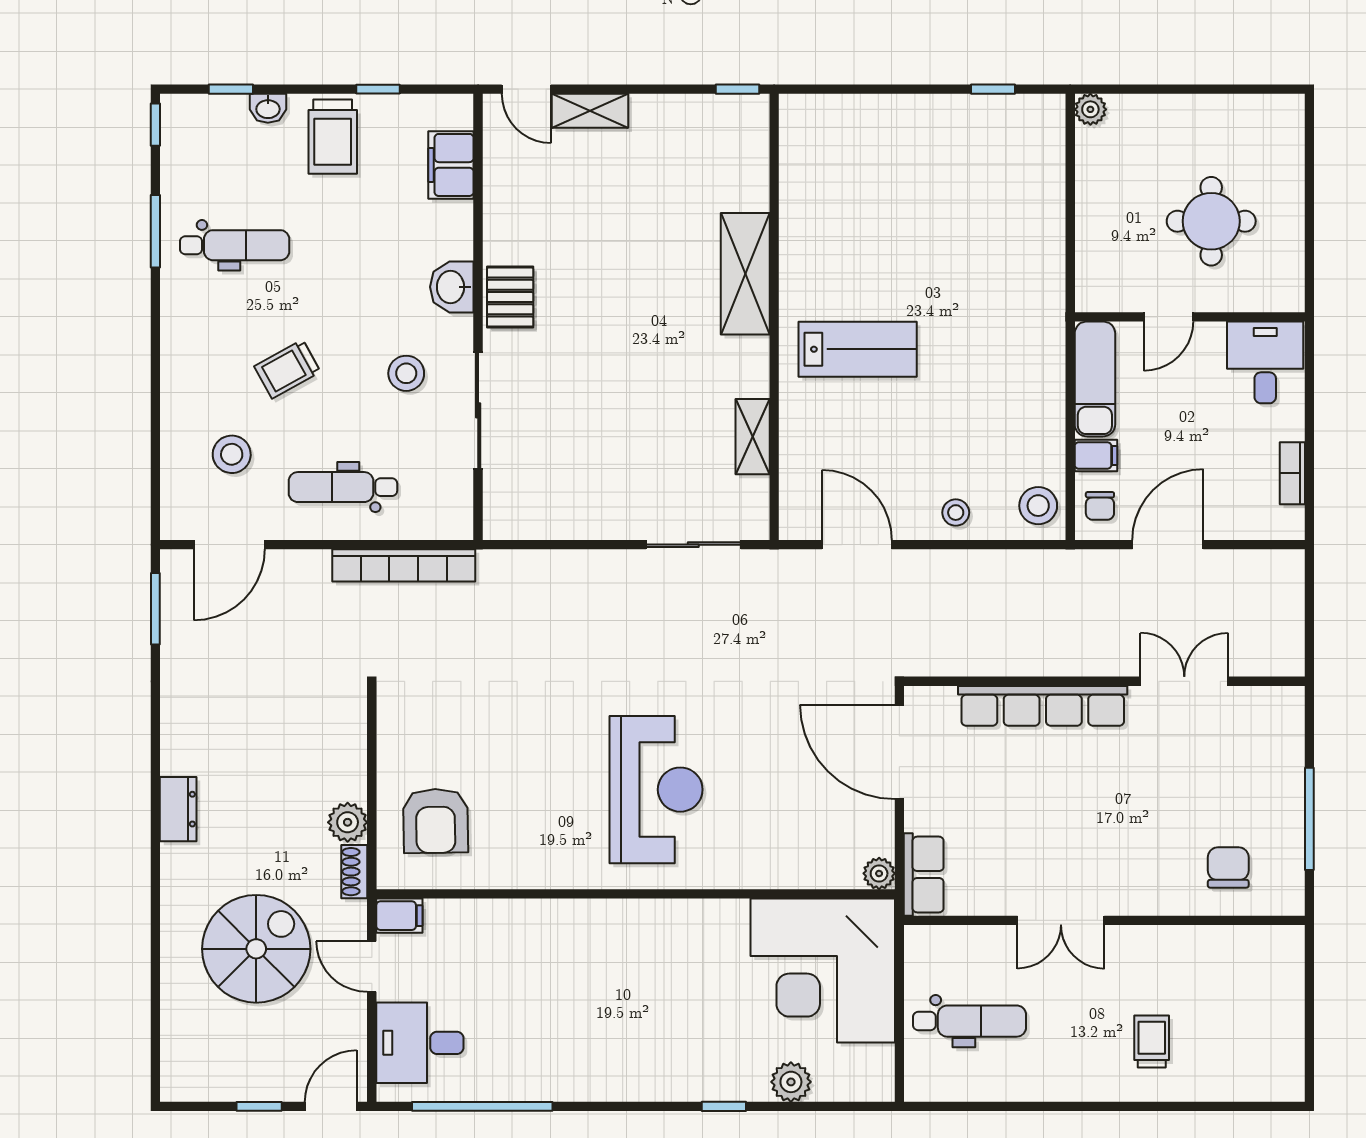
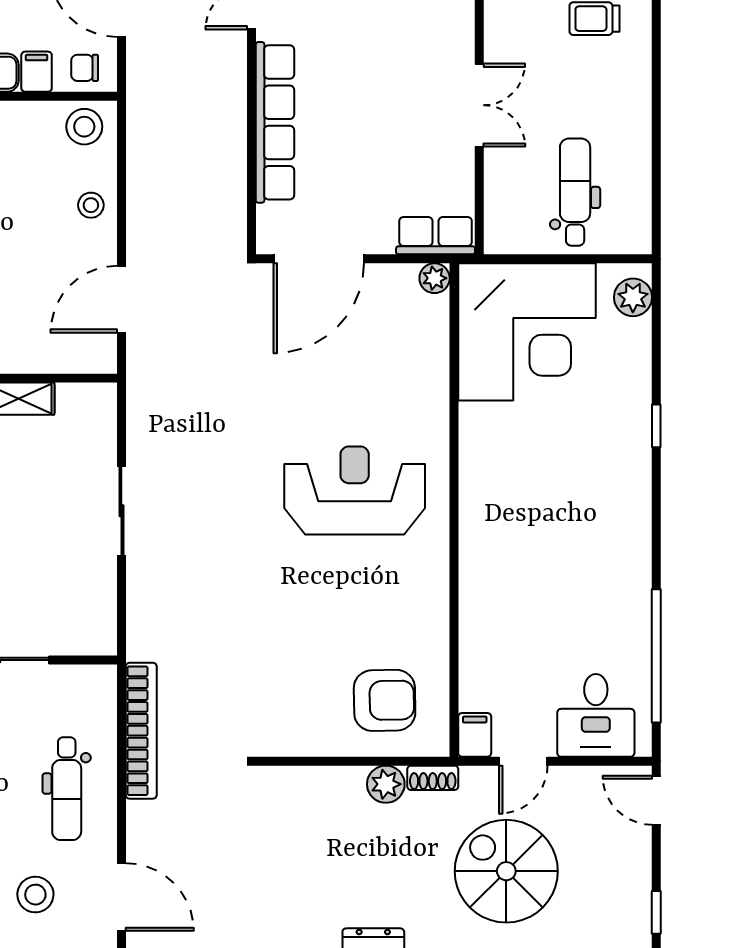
chair: (1100, 506) -> (85, 68), turned 180
sliding door: (693, 545) -> (121, 511), moved
plant: (791, 1082) -> (633, 297), moved
window: (259, 1106) -> (656, 912), moved

